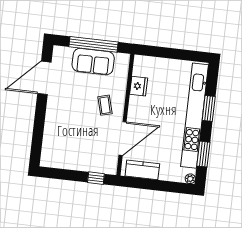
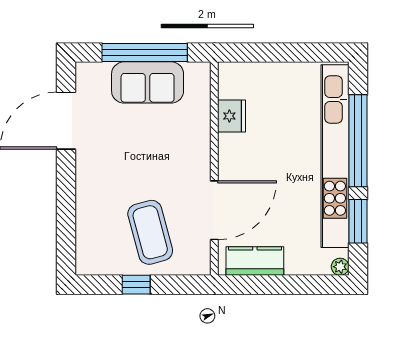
coffee table: (105, 105) -> (150, 232), moved, width x1.86, depth x1.72
window: (209, 108) -> (358, 141), width x2.11
window: (96, 178) -> (136, 285), moved

